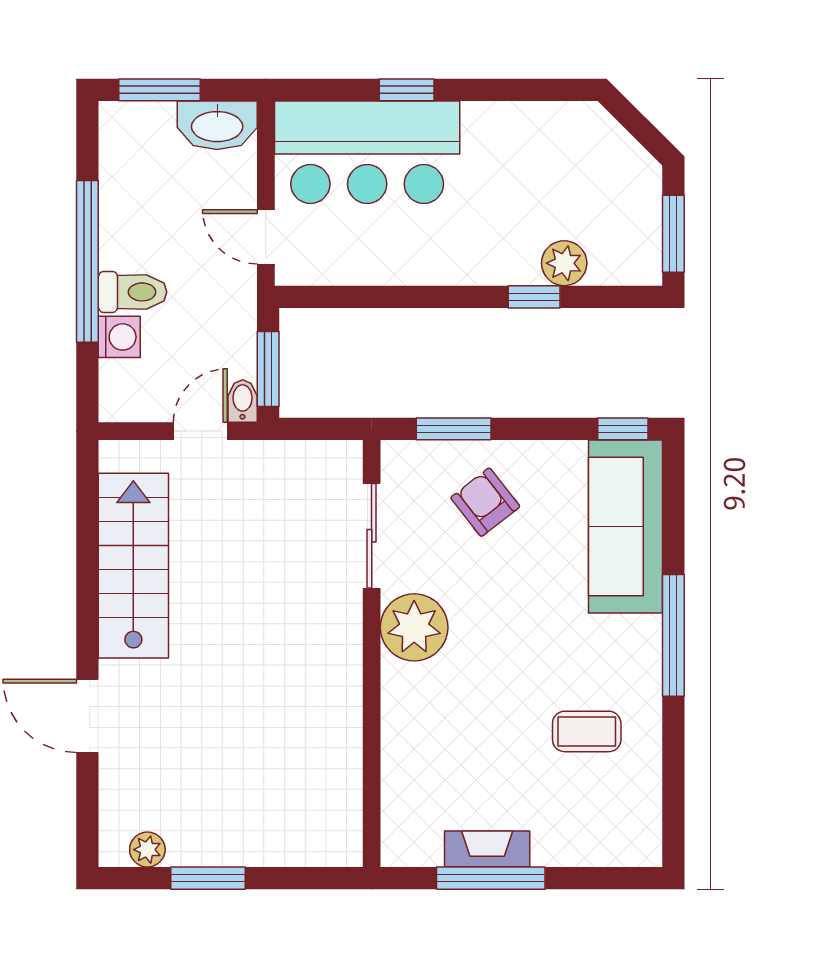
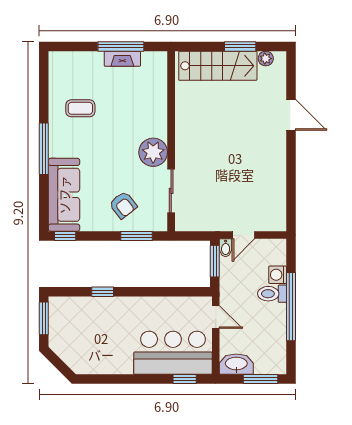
window: (407, 90) -> (185, 379), moved
plant: (564, 263) -> (90, 306), removed
stairs: (133, 566) -> (218, 66), moved, turned -90

